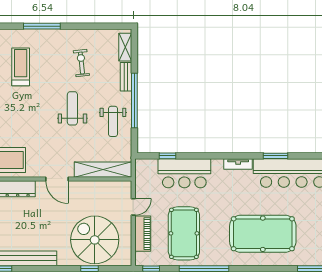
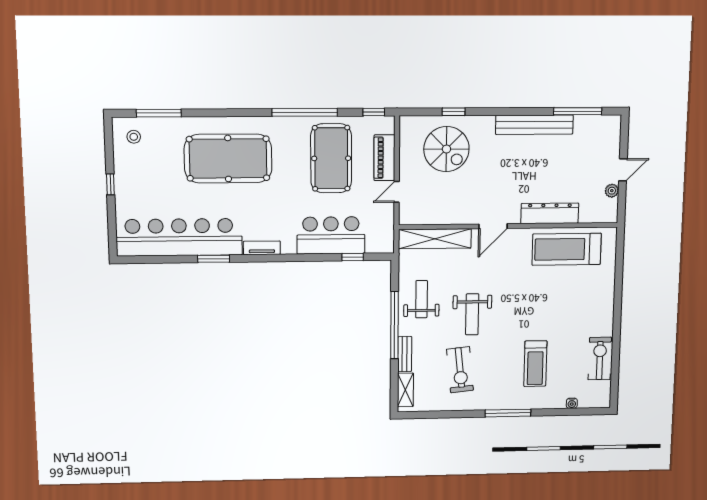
exercise bike: (81, 63) -> (460, 370), width x1.38, depth x1.39
door: (57, 179) -> (493, 226), swing flipped
spiral stairs: (95, 240) -> (446, 149), width x0.73, depth x0.73

